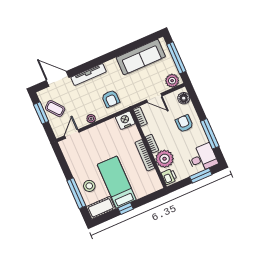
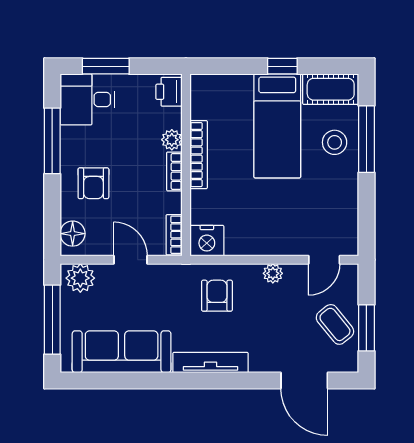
tv unit: (89, 74) -> (211, 363), moved
plant: (165, 159) -> (172, 140), width x0.53, depth x0.53

